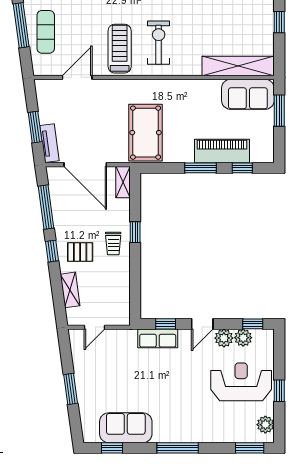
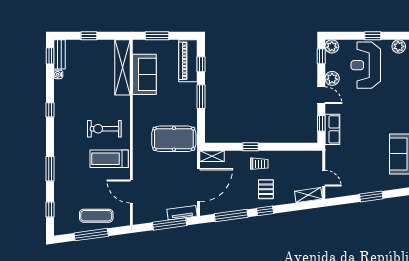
sofa: (248, 94) -> (144, 74), moved
window: (35, 127) -> (170, 224), width x1.44
piano: (222, 151) -> (188, 61), moved
shelving: (70, 290) -> (308, 195), moved
plant: (243, 338) -> (332, 46), moved

